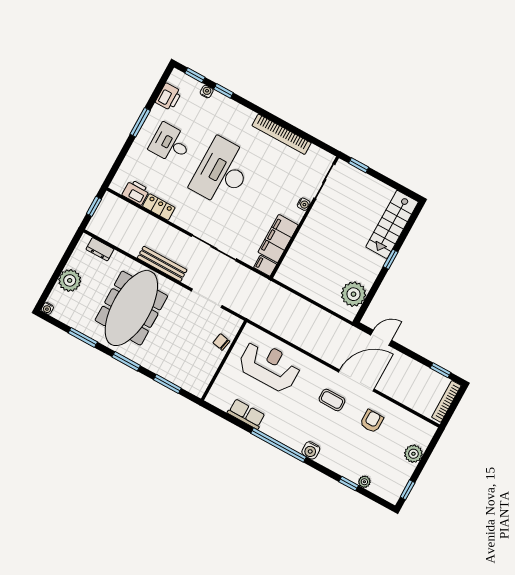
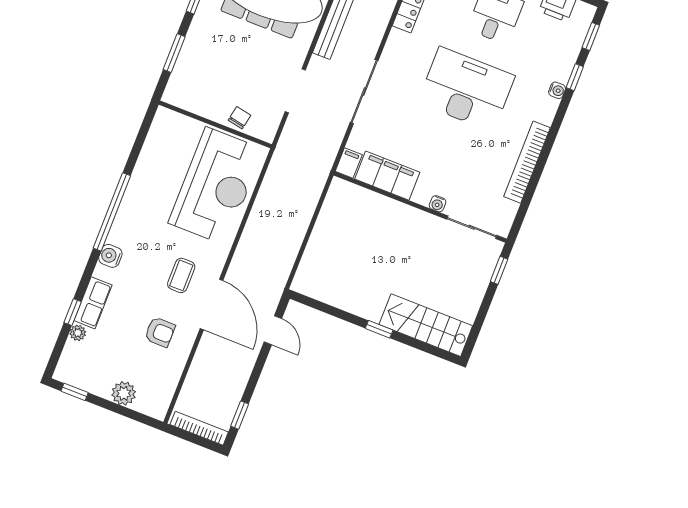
water cooler: (207, 92) -> (557, 90), moved
plant: (354, 294) -> (326, 286), removed
reception desk: (269, 366) -> (216, 186), width x1.36, depth x1.30
row of seats: (246, 414) -> (93, 303), moved

